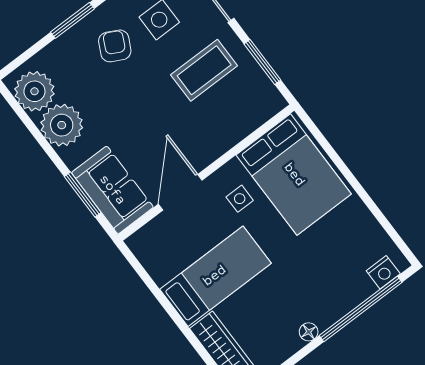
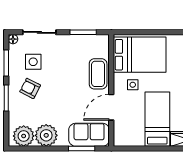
coffee table: (204, 70) -> (98, 74), moved
door: (180, 192) -> (111, 107), hinge flipped

